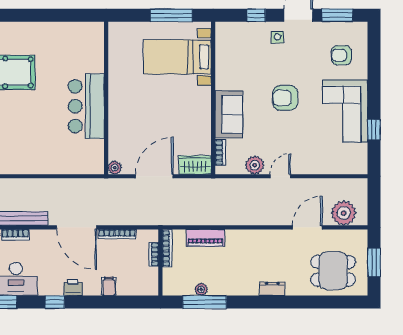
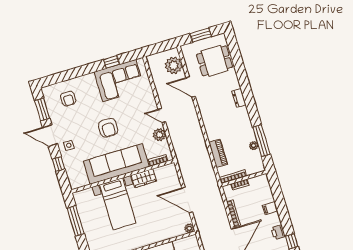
bed with nightstands: (177, 57) -> (118, 204), moved
corner sofa: (345, 111) -> (119, 81), moved
sofa: (229, 114) -> (116, 164), width x1.85, depth x1.27
wardrobe: (195, 165) -> (144, 178), moved, turned -90
dining table: (333, 271) -> (215, 61), turned 90

